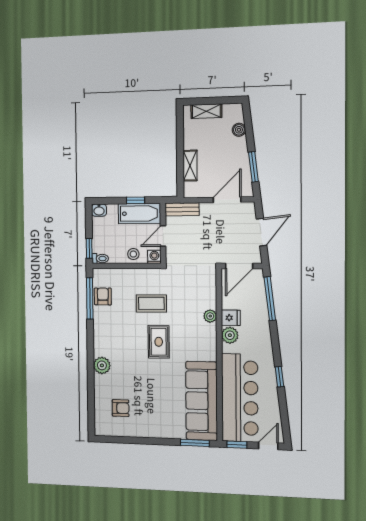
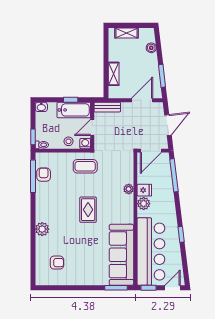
coffee table: (151, 303) -> (85, 166), moved

